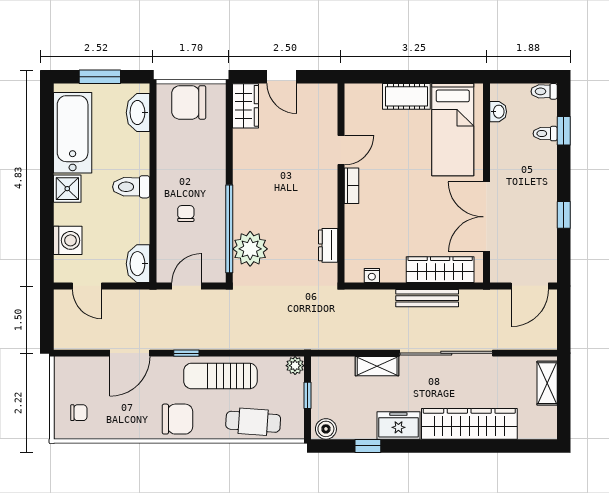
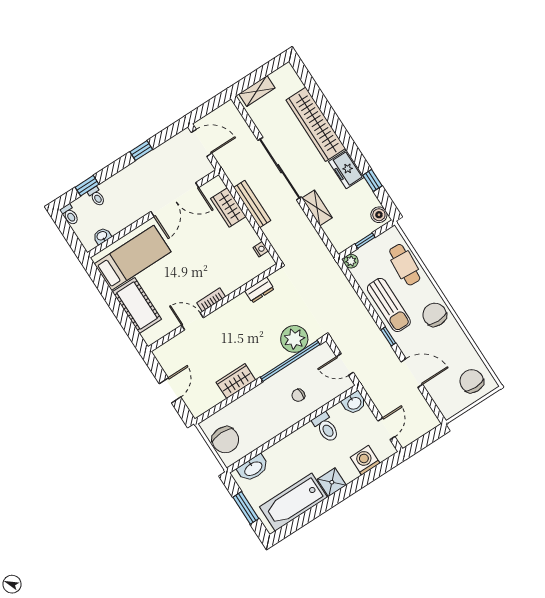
cot: (406, 96) -> (137, 305), width x1.37, depth x1.34
wardrobe: (245, 106) -> (236, 381), moved
toilet: (131, 187) -> (326, 427), moved
washbasin: (138, 264) -> (354, 403), width x0.72
wardrobe: (440, 270) -> (228, 208), width x0.67
chair: (79, 413) -> (472, 381), width x1.87, depth x1.87

